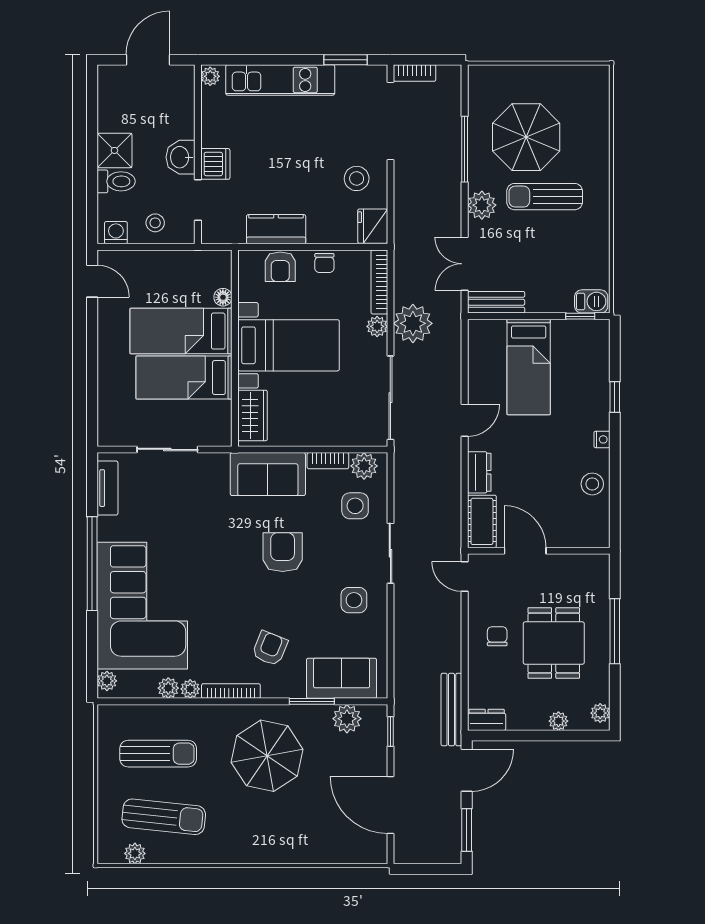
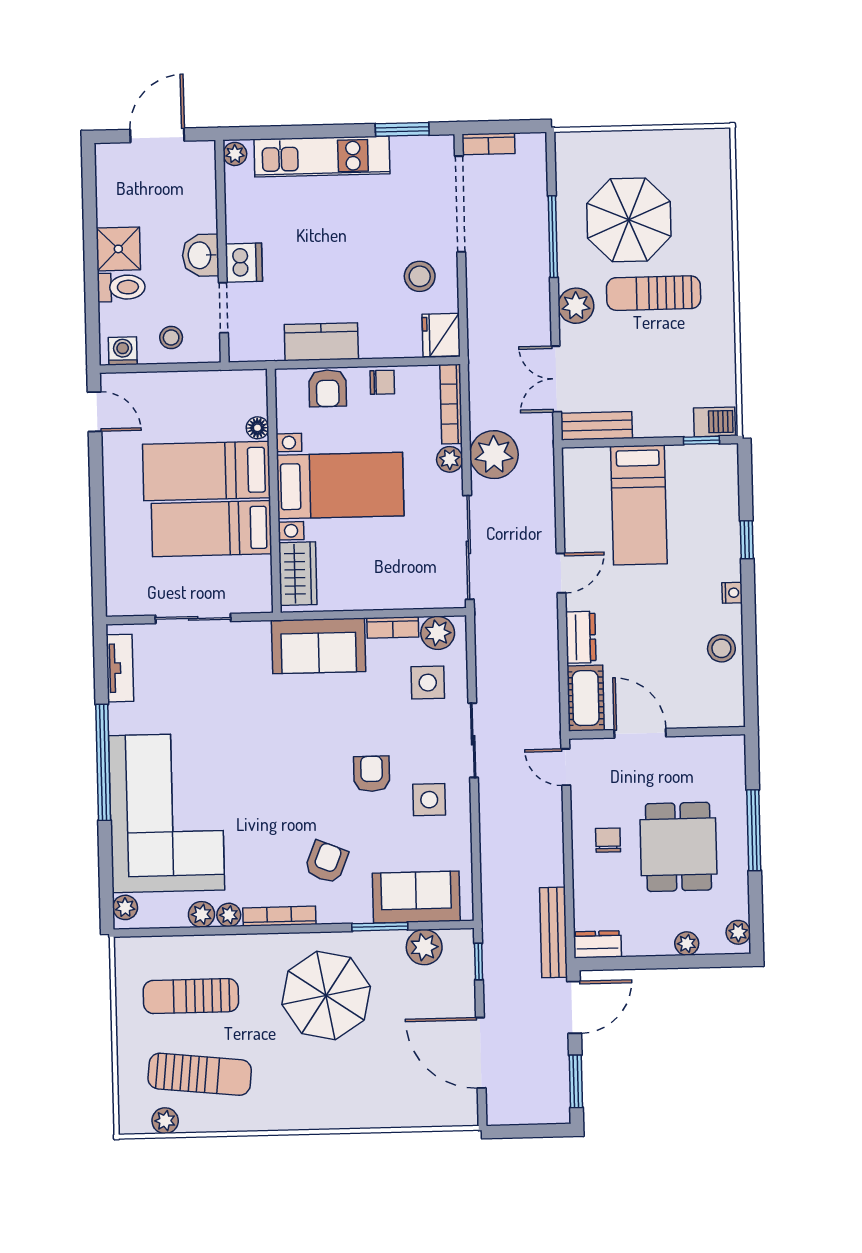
chair: (324, 263) -> (382, 382), turned -90
armchair: (283, 552) -> (372, 774), moved, width x0.72, depth x0.72
sun lounger: (158, 754) -> (191, 996), turned 180

